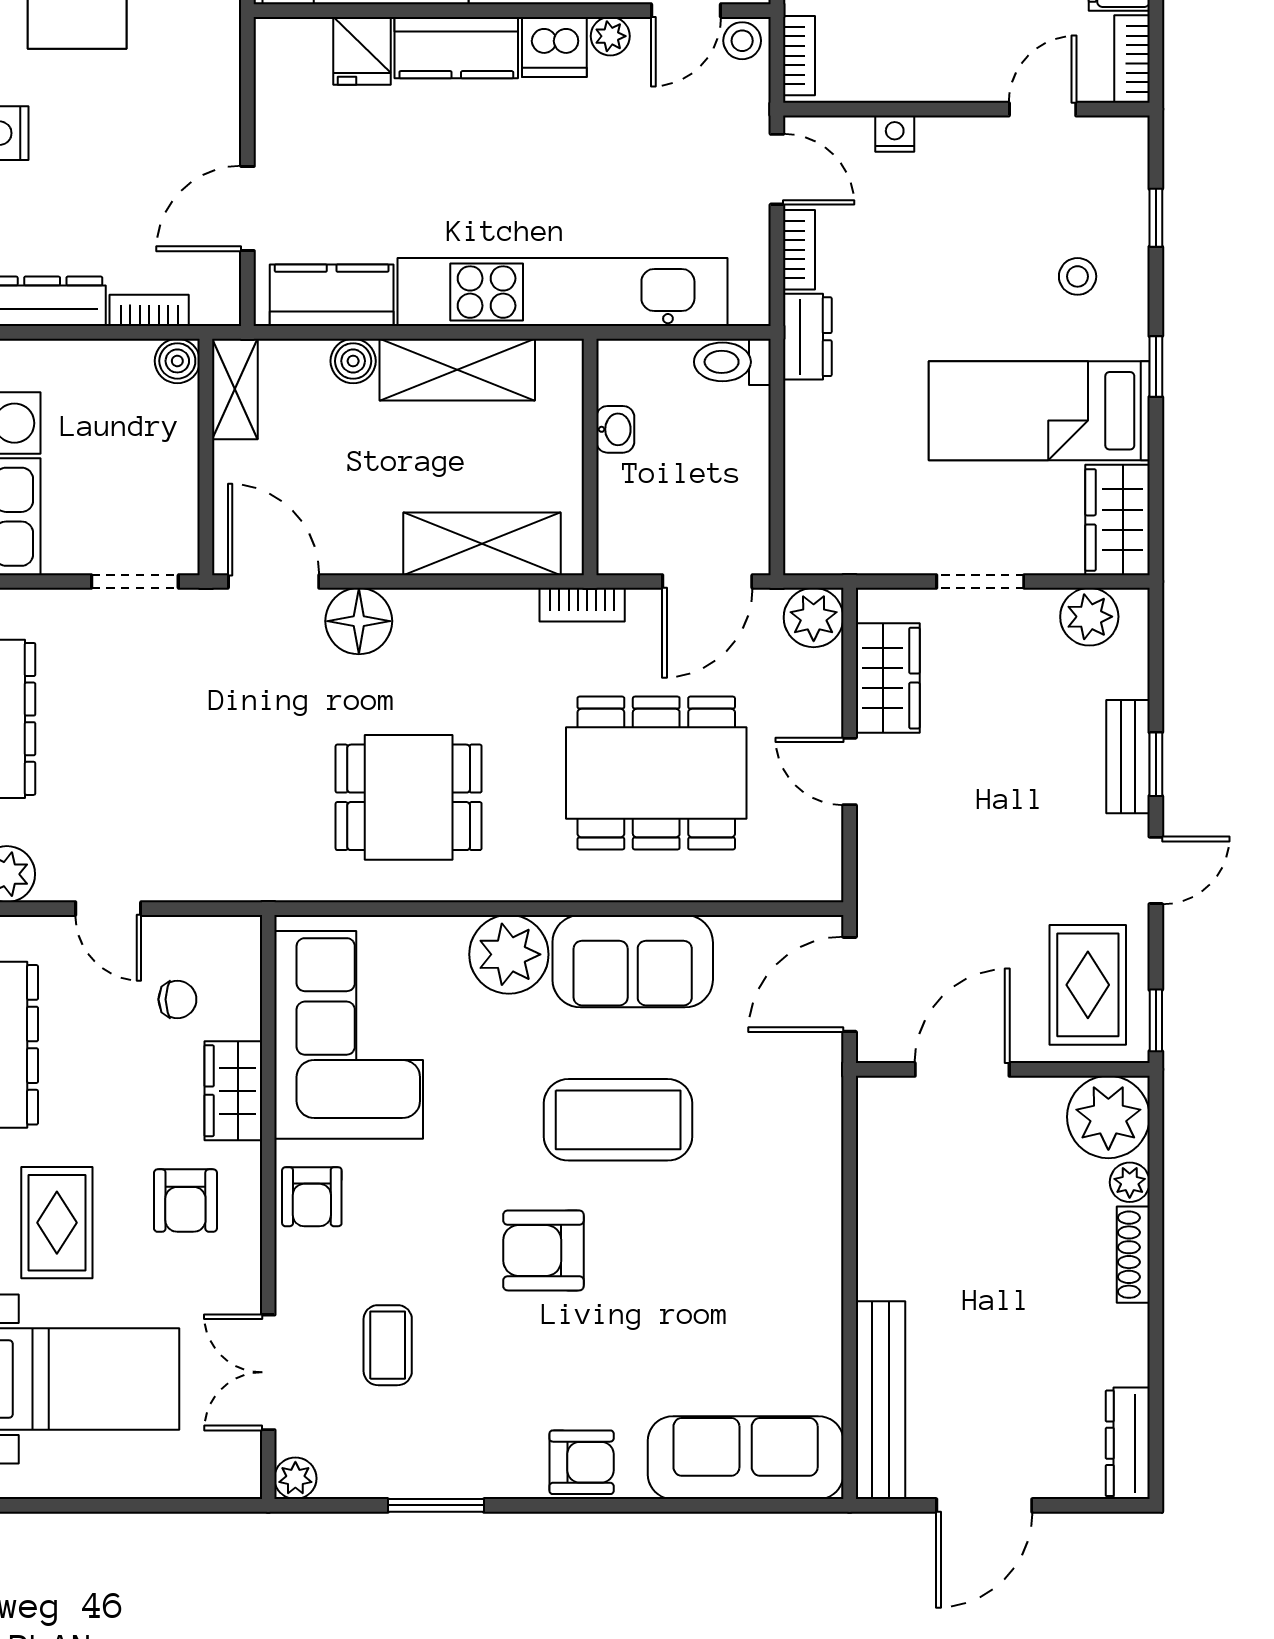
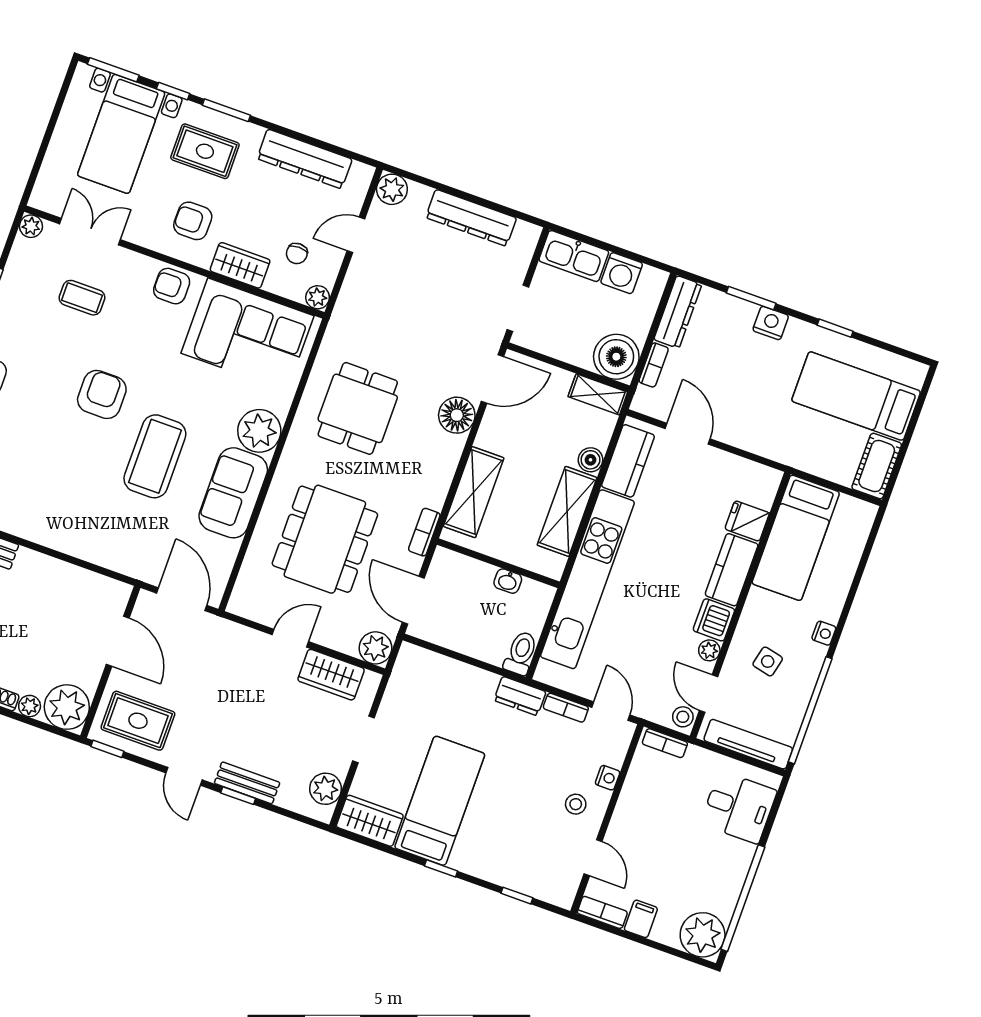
door: (777, 169) -> (611, 711), swing flipped
stool: (1078, 276) -> (576, 804), moved
boiler: (177, 361) -> (616, 357), width x1.86, depth x1.86
plant: (240, 936) -> (318, 297), added

